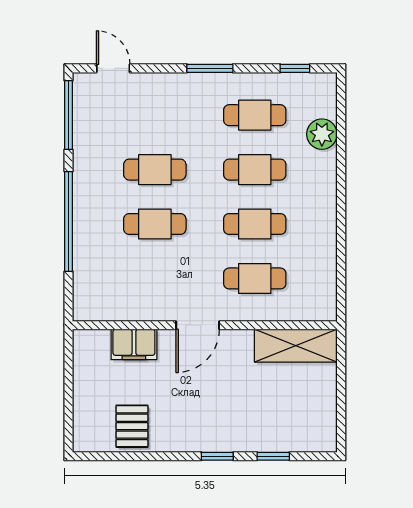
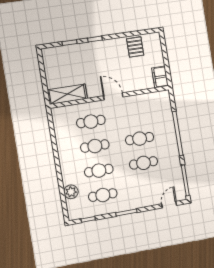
door: (113, 68) -> (169, 205), swing flipped
door: (198, 325) -> (113, 96), hinge flipped
filing cabinet: (134, 344) -> (160, 77), moved, turned -90

